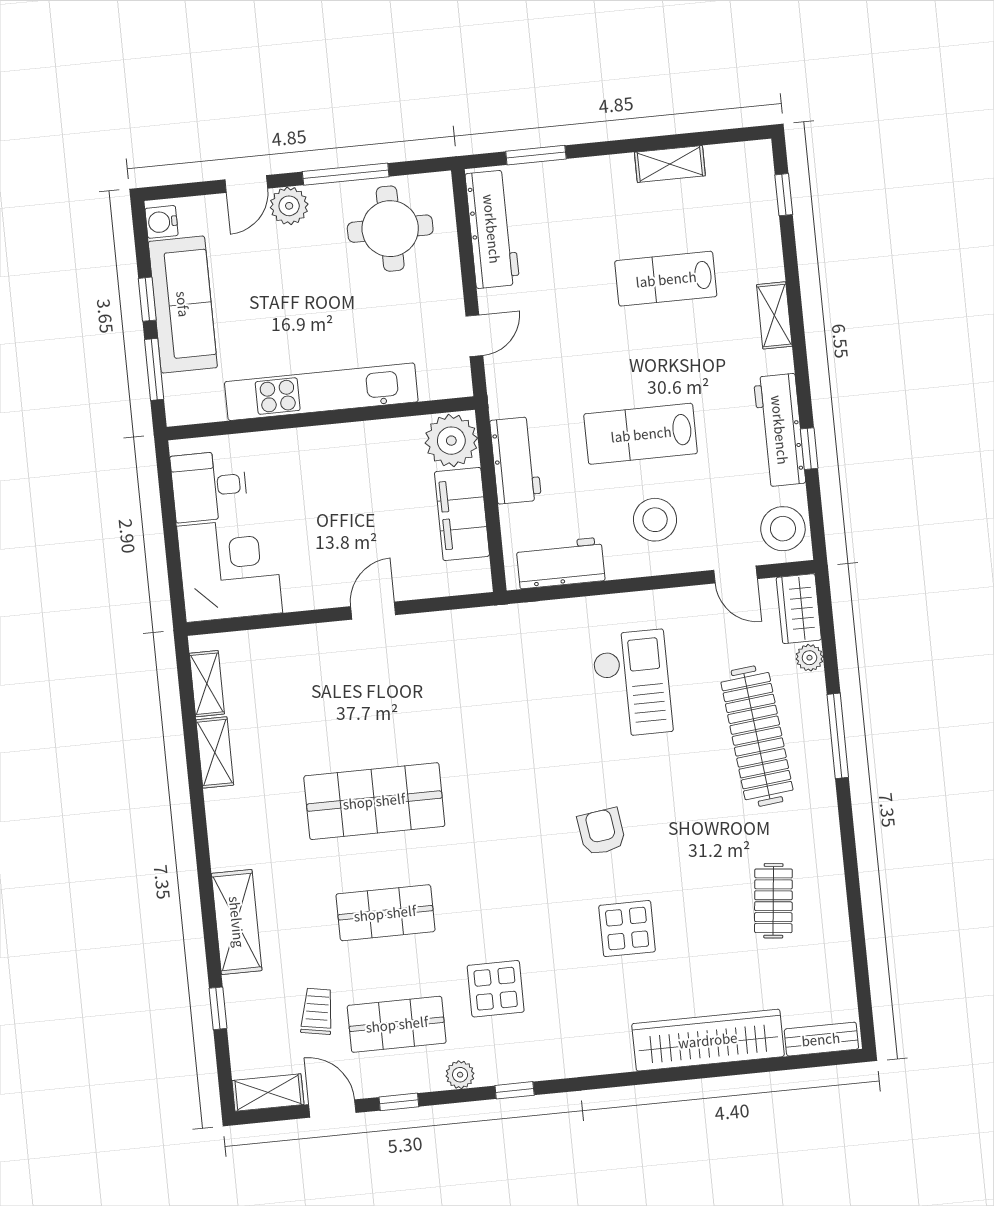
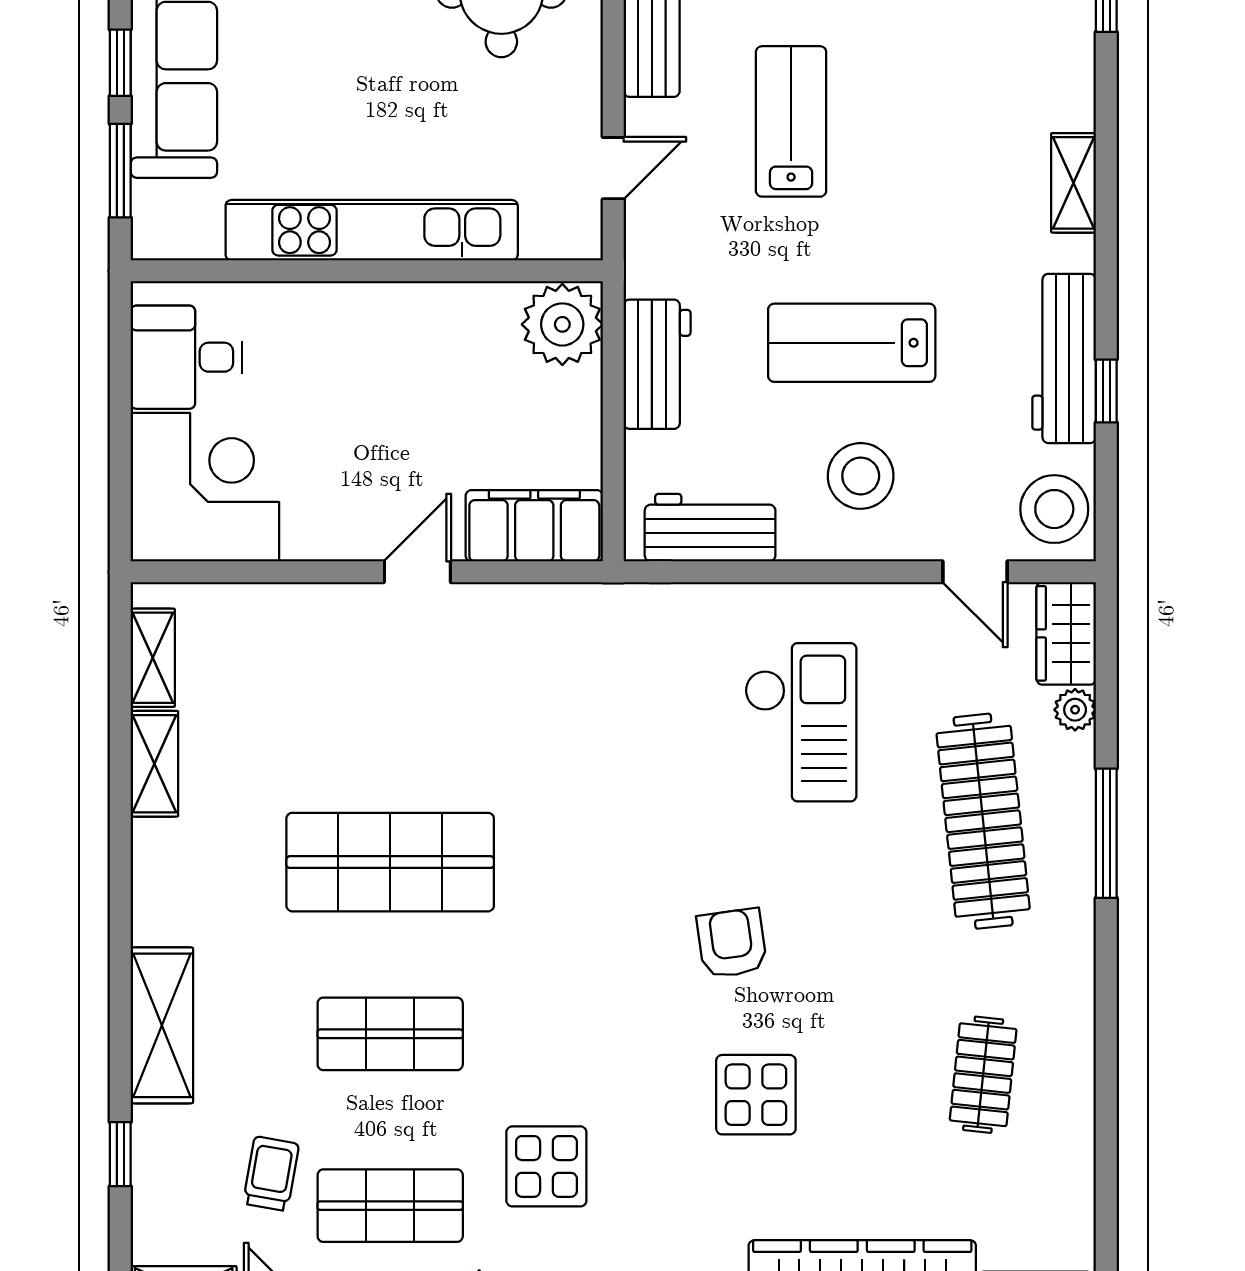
lab bench: (666, 279) -> (791, 121), moved, turned 90
filing cabinet: (462, 514) -> (534, 526), moved, turned 90

